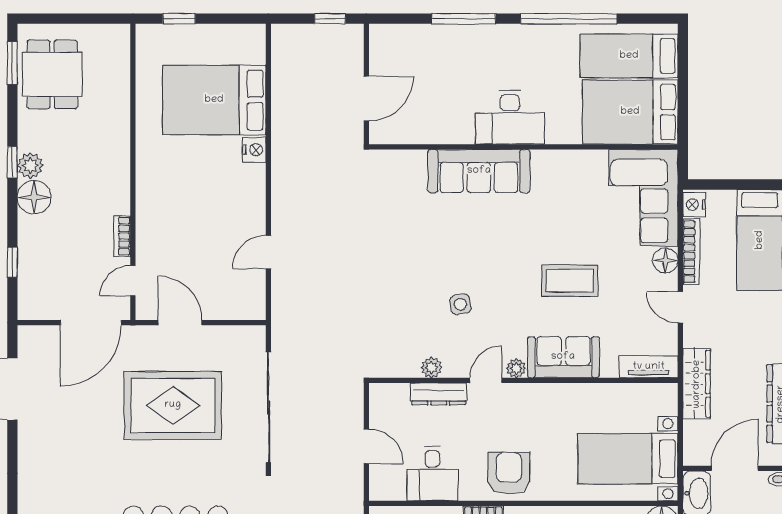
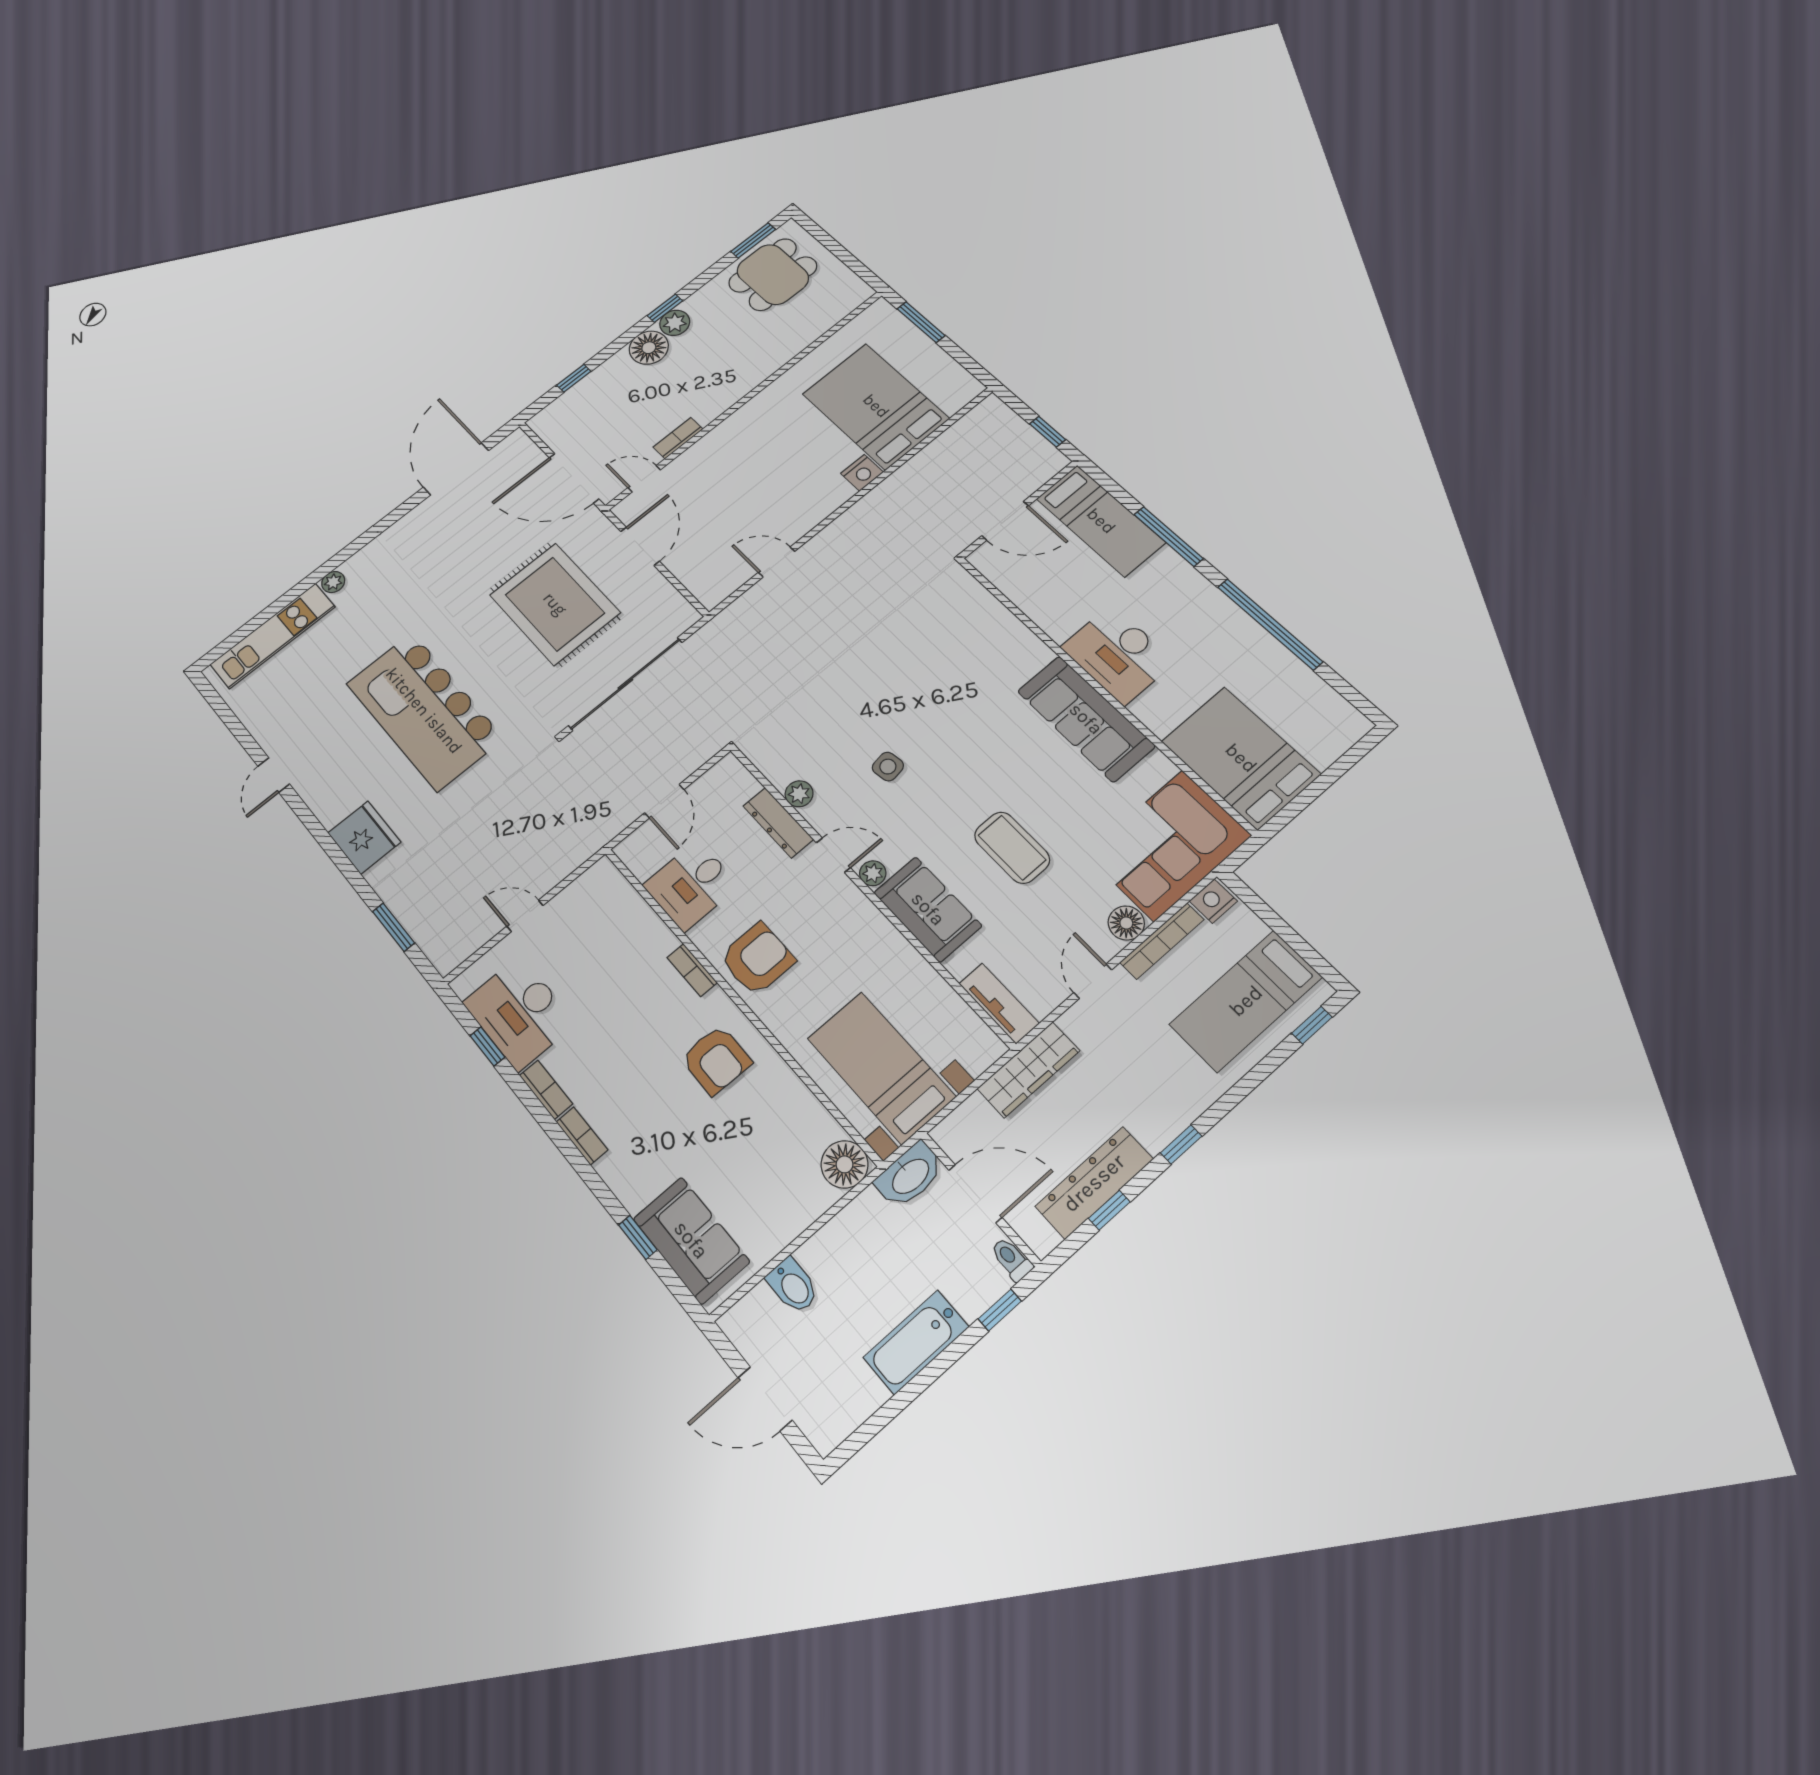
window: (179, 19) -> (921, 322), width x1.50
bed: (629, 56) -> (1101, 521), moved, turned 180
sofa: (479, 171) -> (1086, 719), moved

